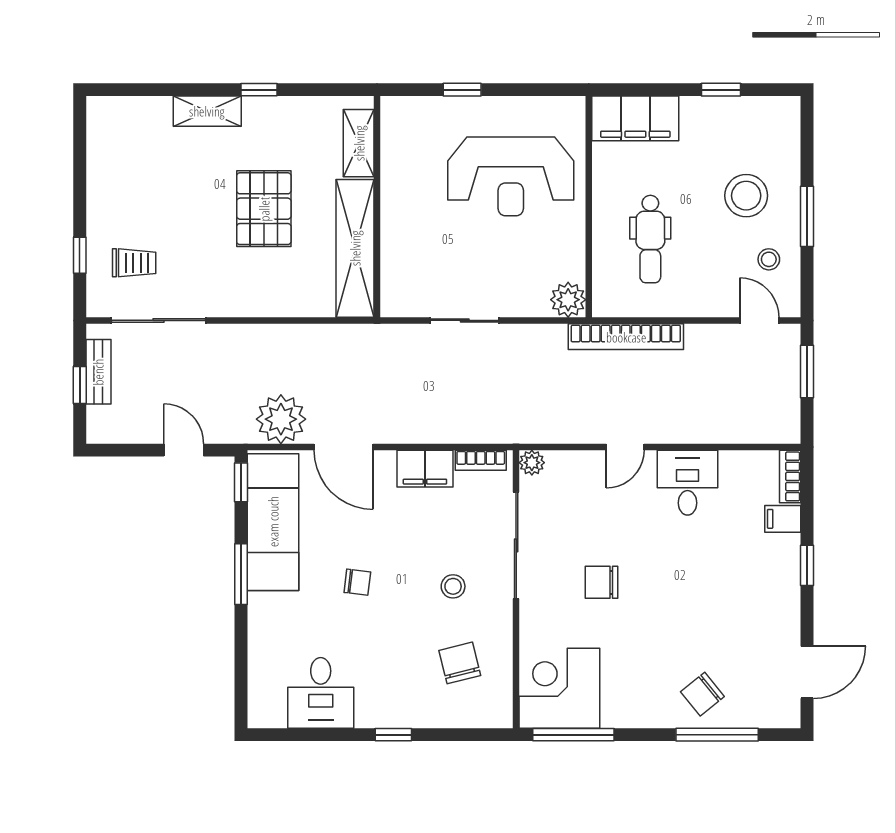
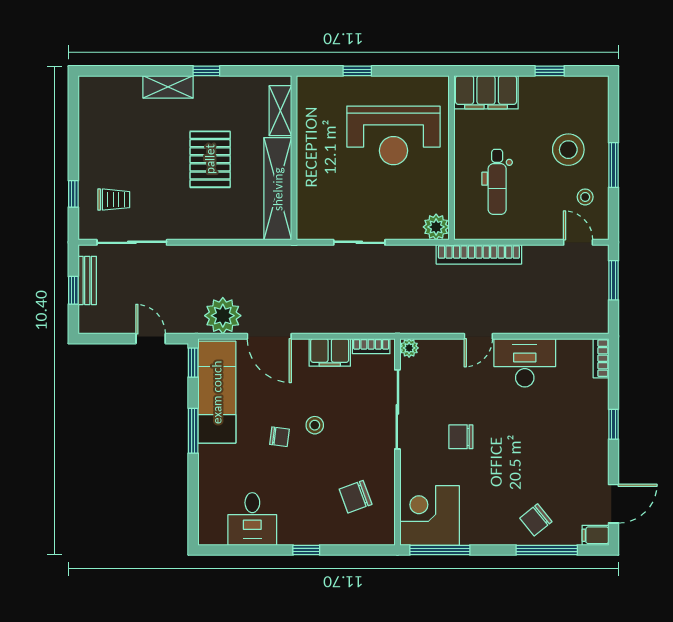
desk: (688, 483) -> (525, 363), width x1.37
filing cabinet: (783, 519) -> (595, 535), moved
stool: (453, 586) -> (315, 425), moved
chair: (460, 663) -> (356, 497), turned -96

